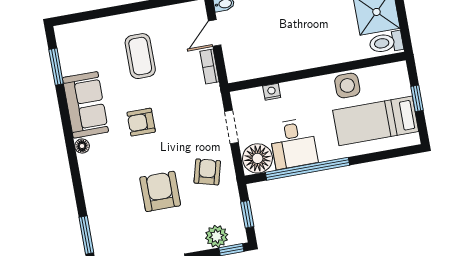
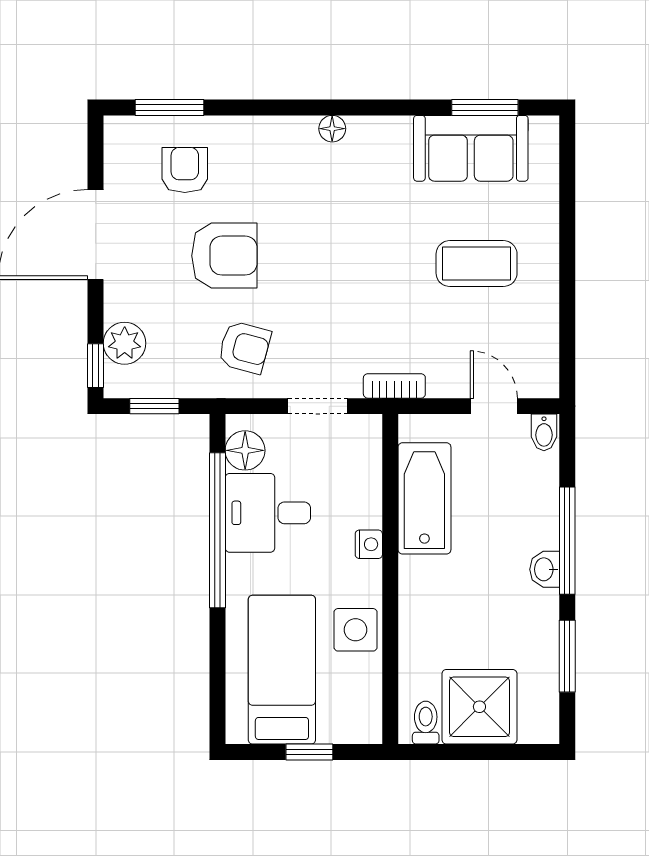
toilet: (386, 43) -> (426, 723), width x0.73, depth x0.72
bathtub: (271, 61) -> (424, 498), added
bookcase: (210, 67) -> (394, 386), moved
nightstand: (272, 92) -> (369, 544), moved
sofa: (85, 105) -> (471, 148), moved
armchair: (141, 122) -> (185, 170), moved
floor lamp: (257, 158) -> (245, 450), width x0.73, depth x0.73

